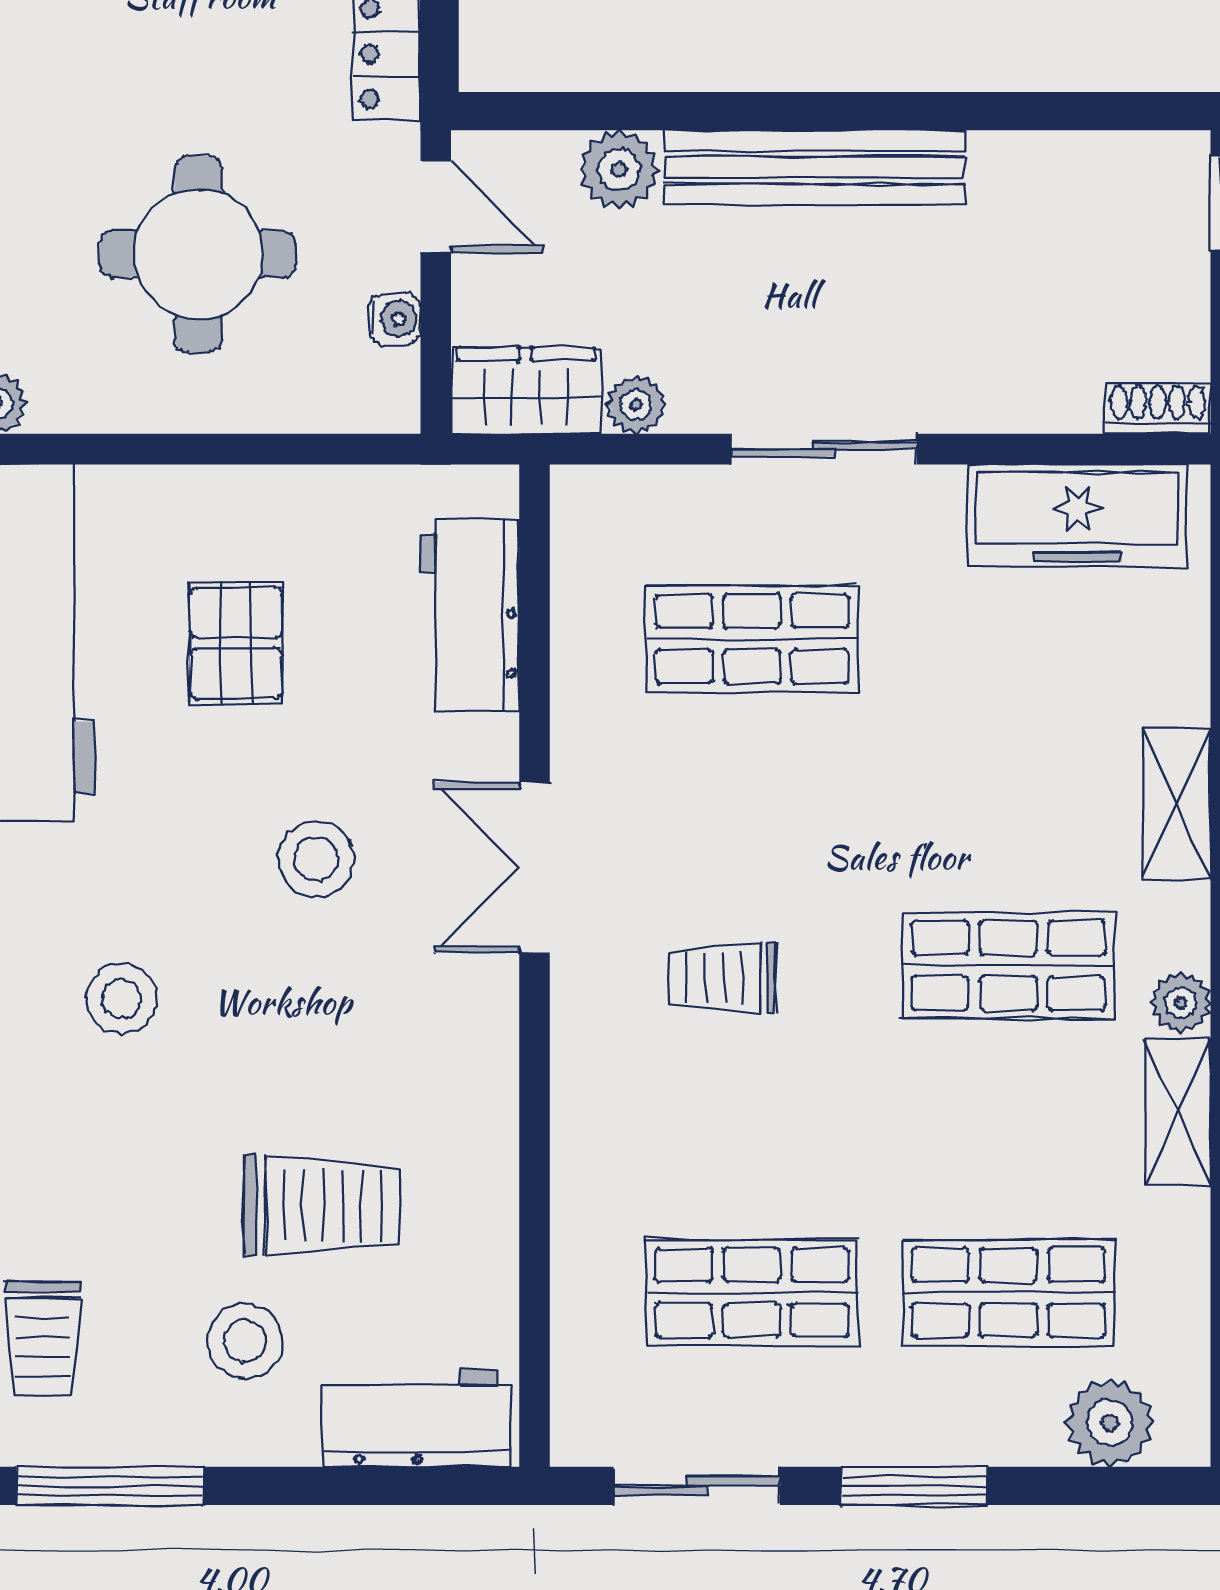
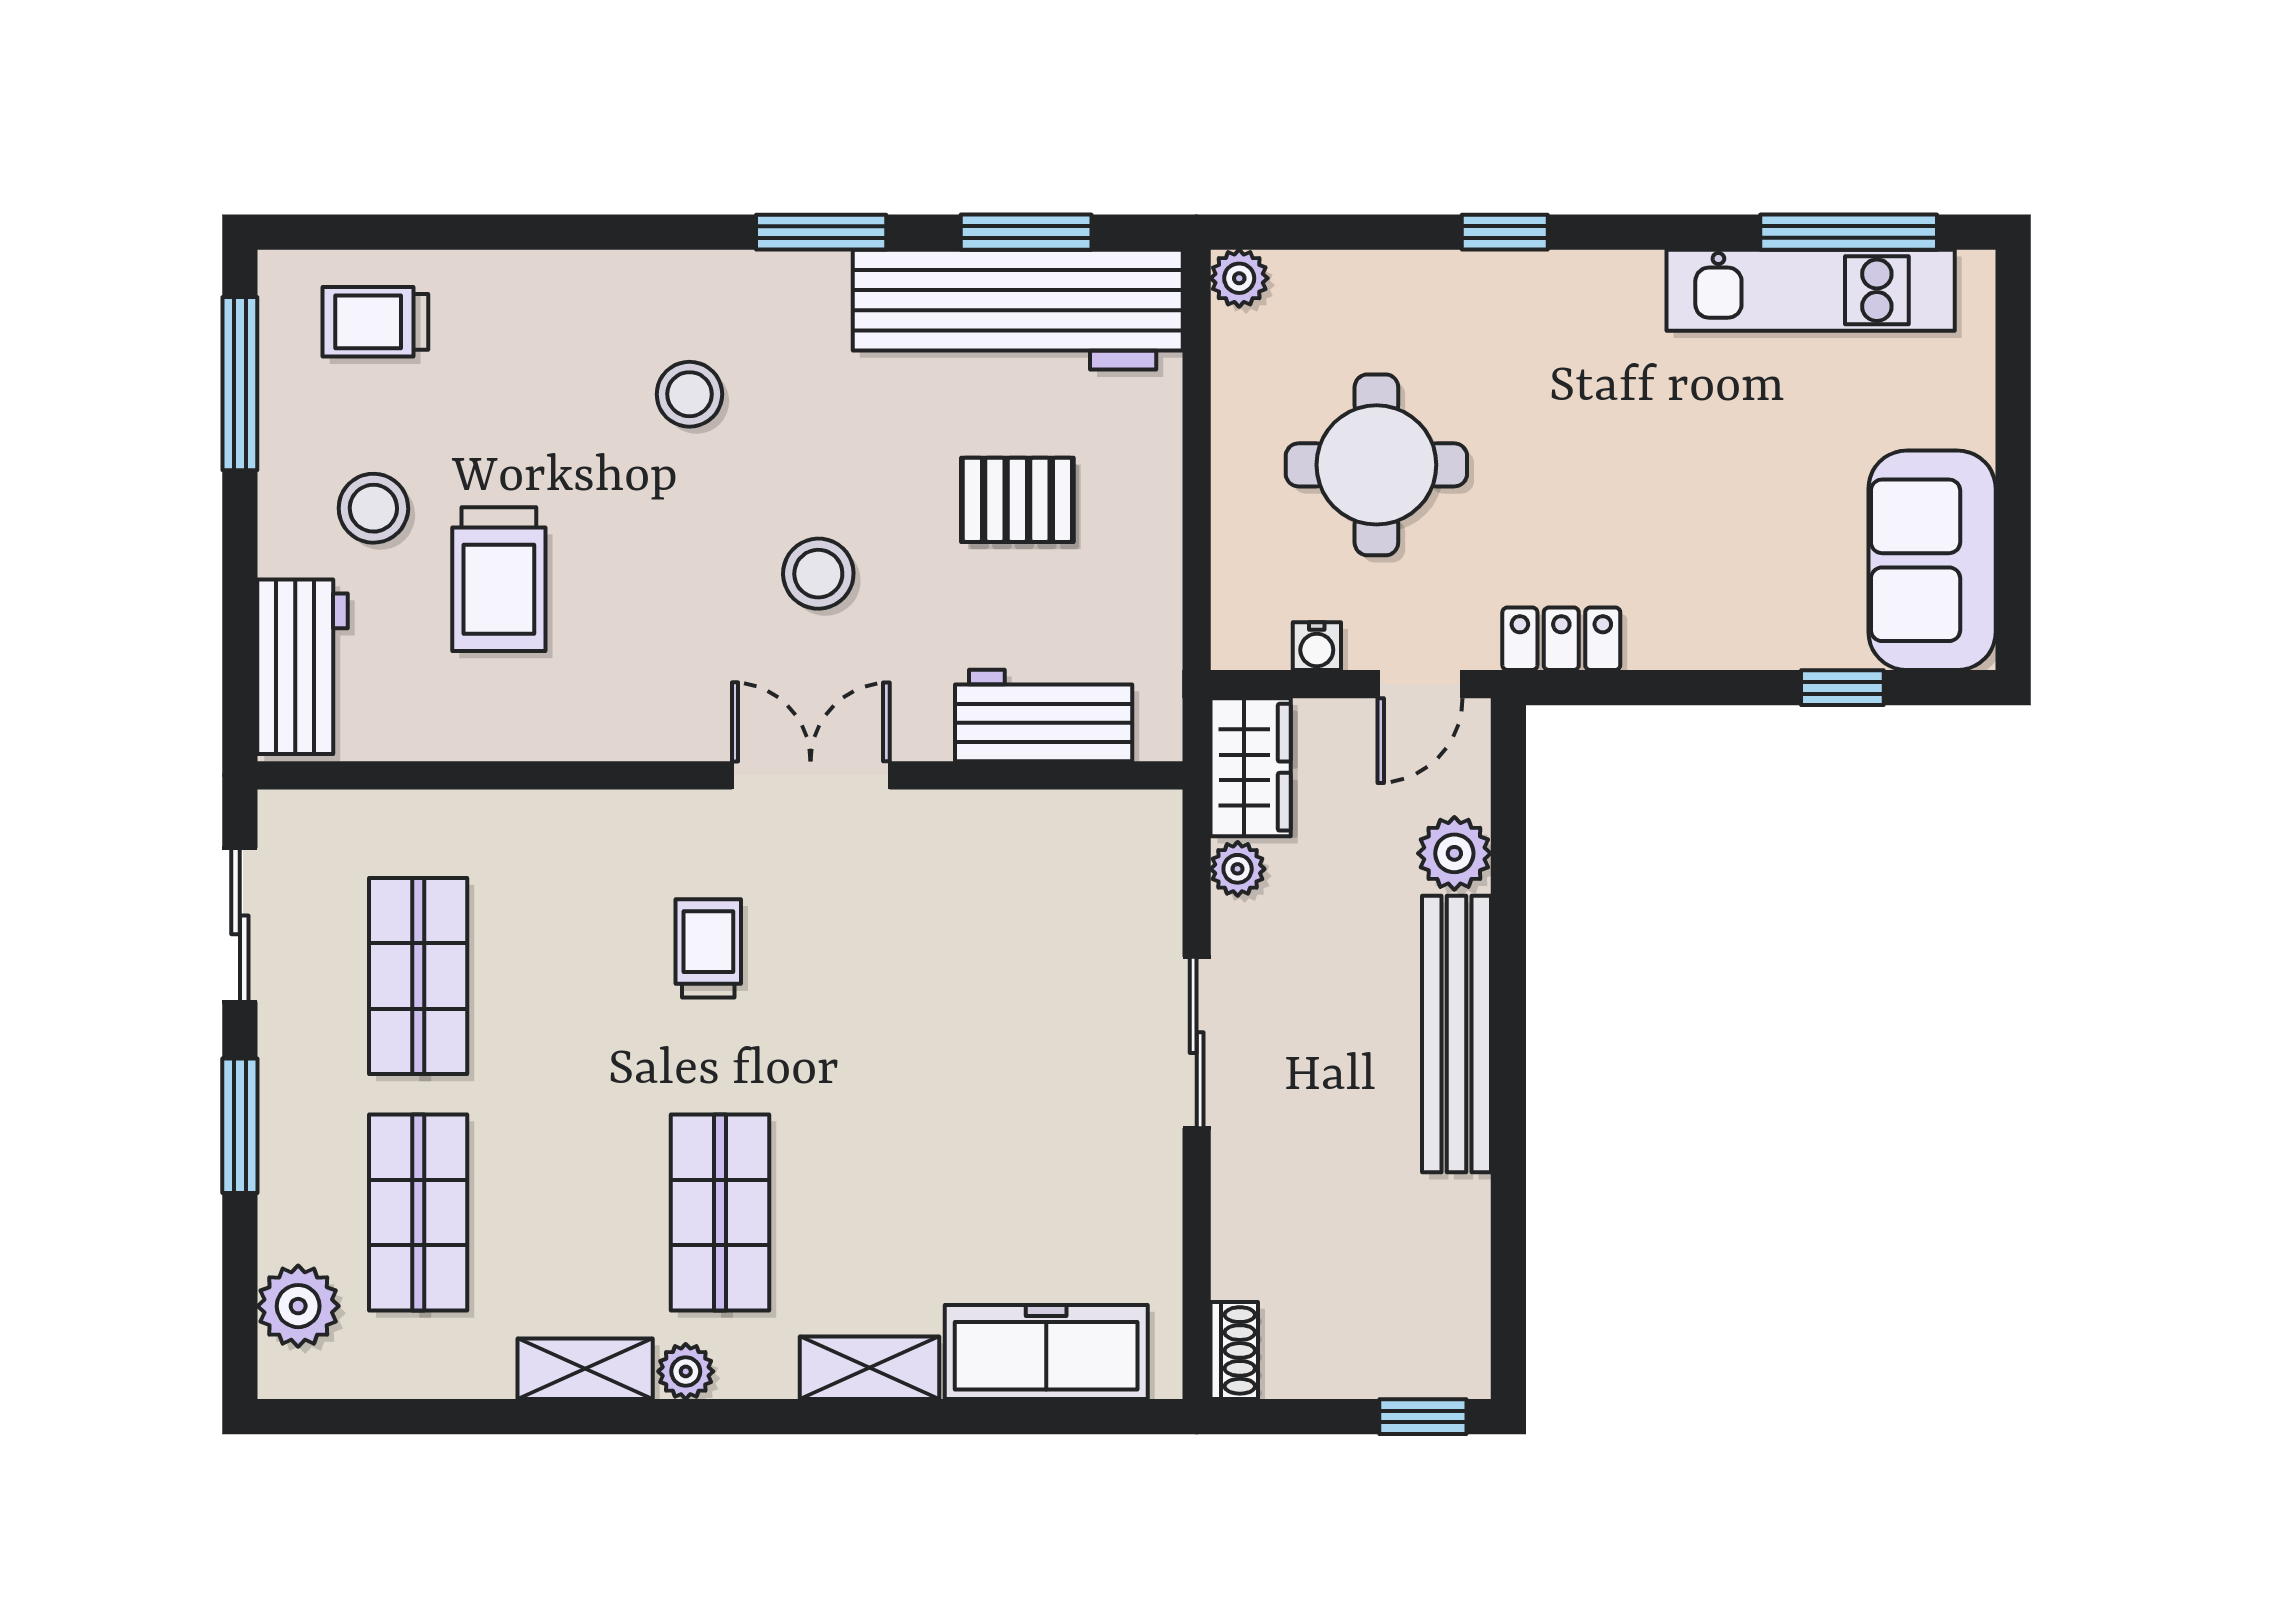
freezer: (1078, 515) -> (1046, 1352), moved, turned 90
shop shelf: (752, 639) -> (1022, 976), removed

